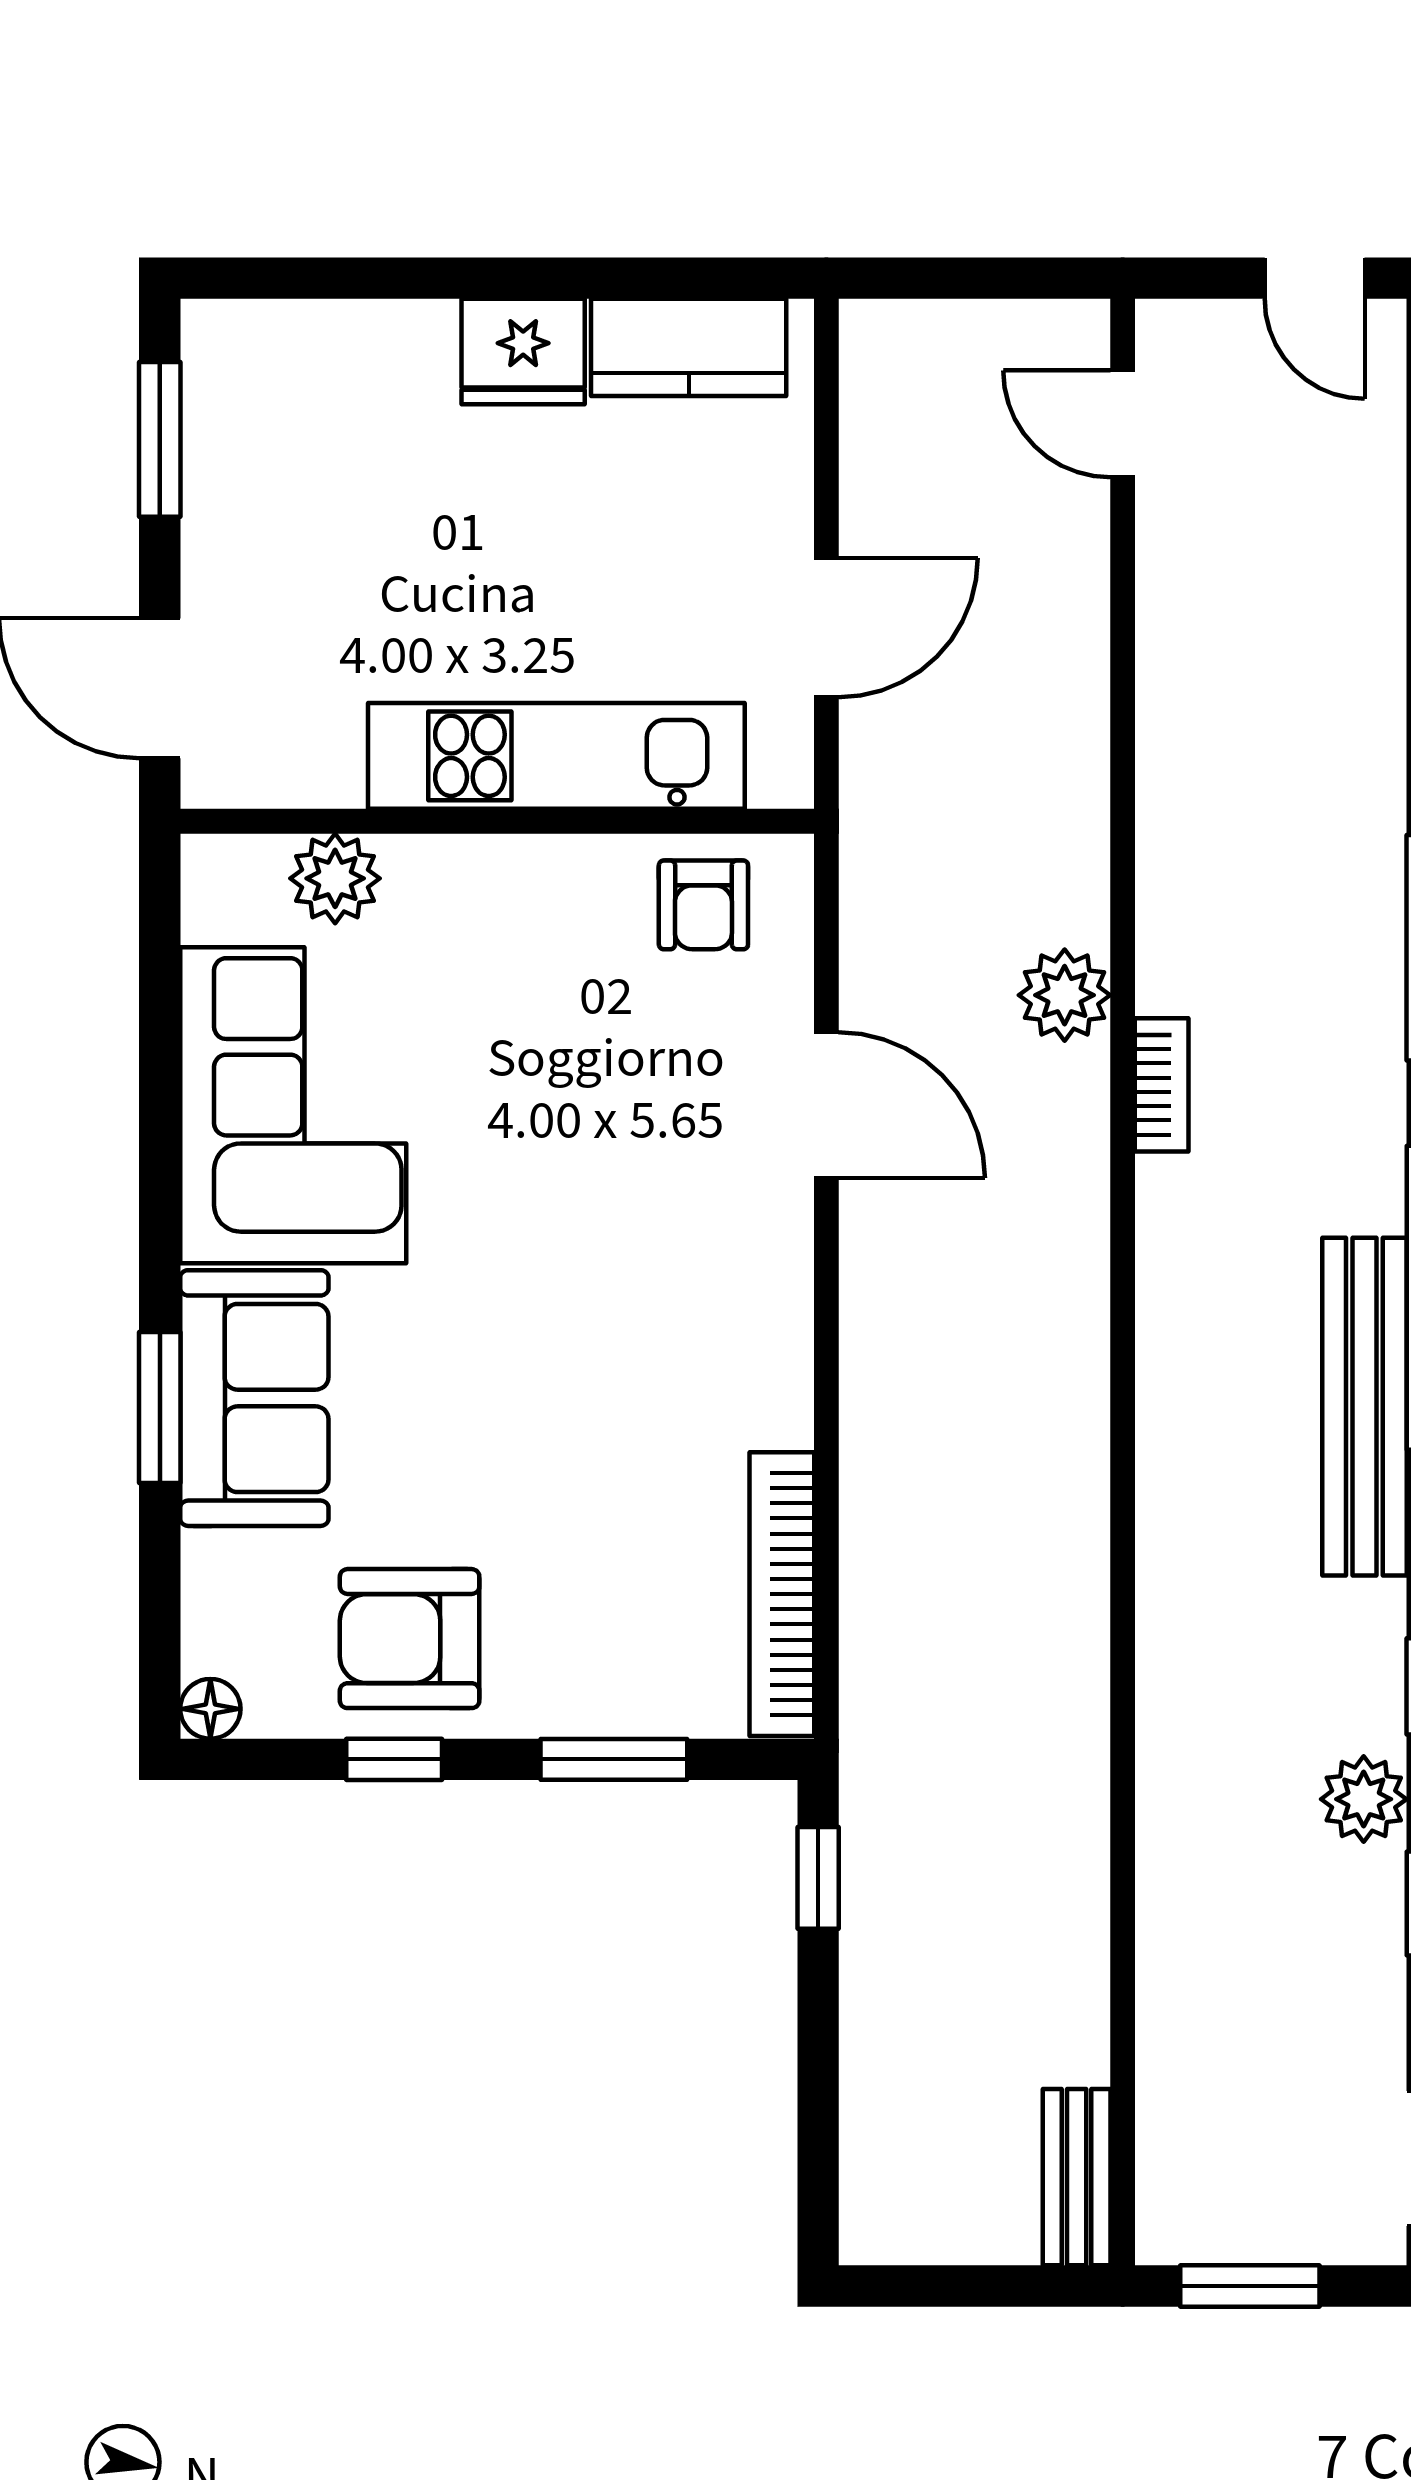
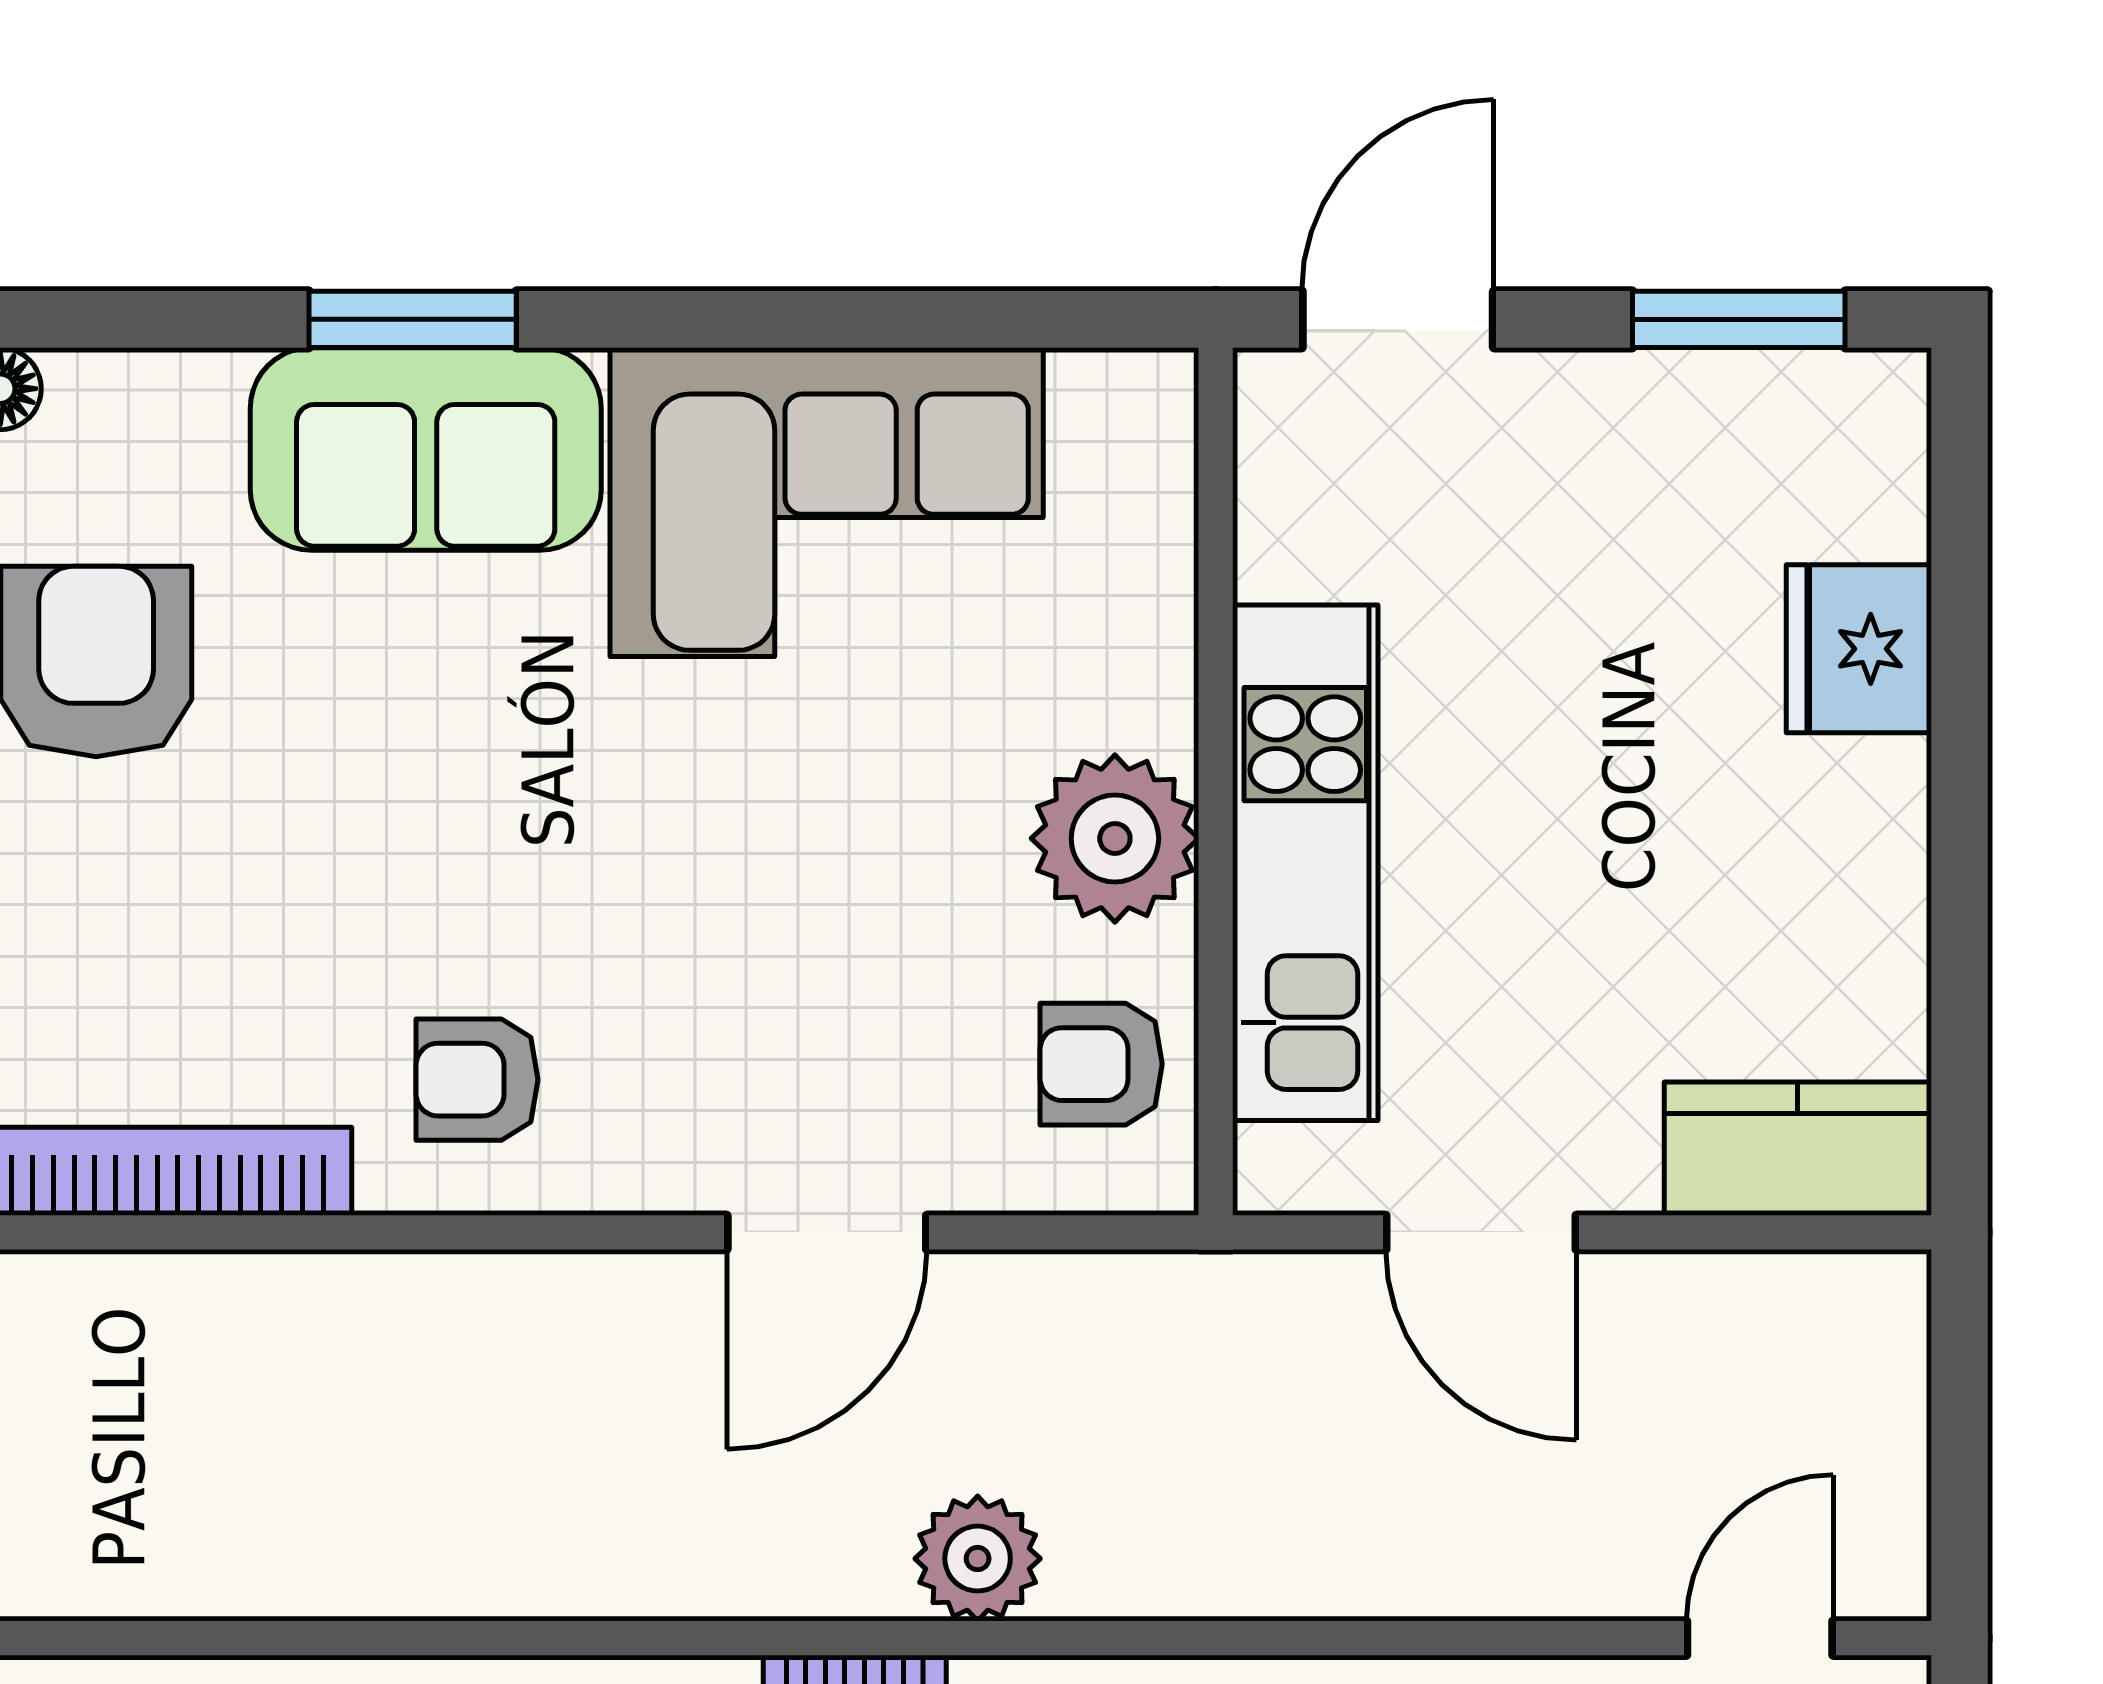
kitchen counter: (689, 347) -> (1798, 1149), moved, turned 90
fridge: (523, 352) -> (1859, 649), moved
plant: (335, 878) -> (1115, 838), moved, width x1.36, depth x1.36
armchair: (715, 1361) -> (477, 1080), added

